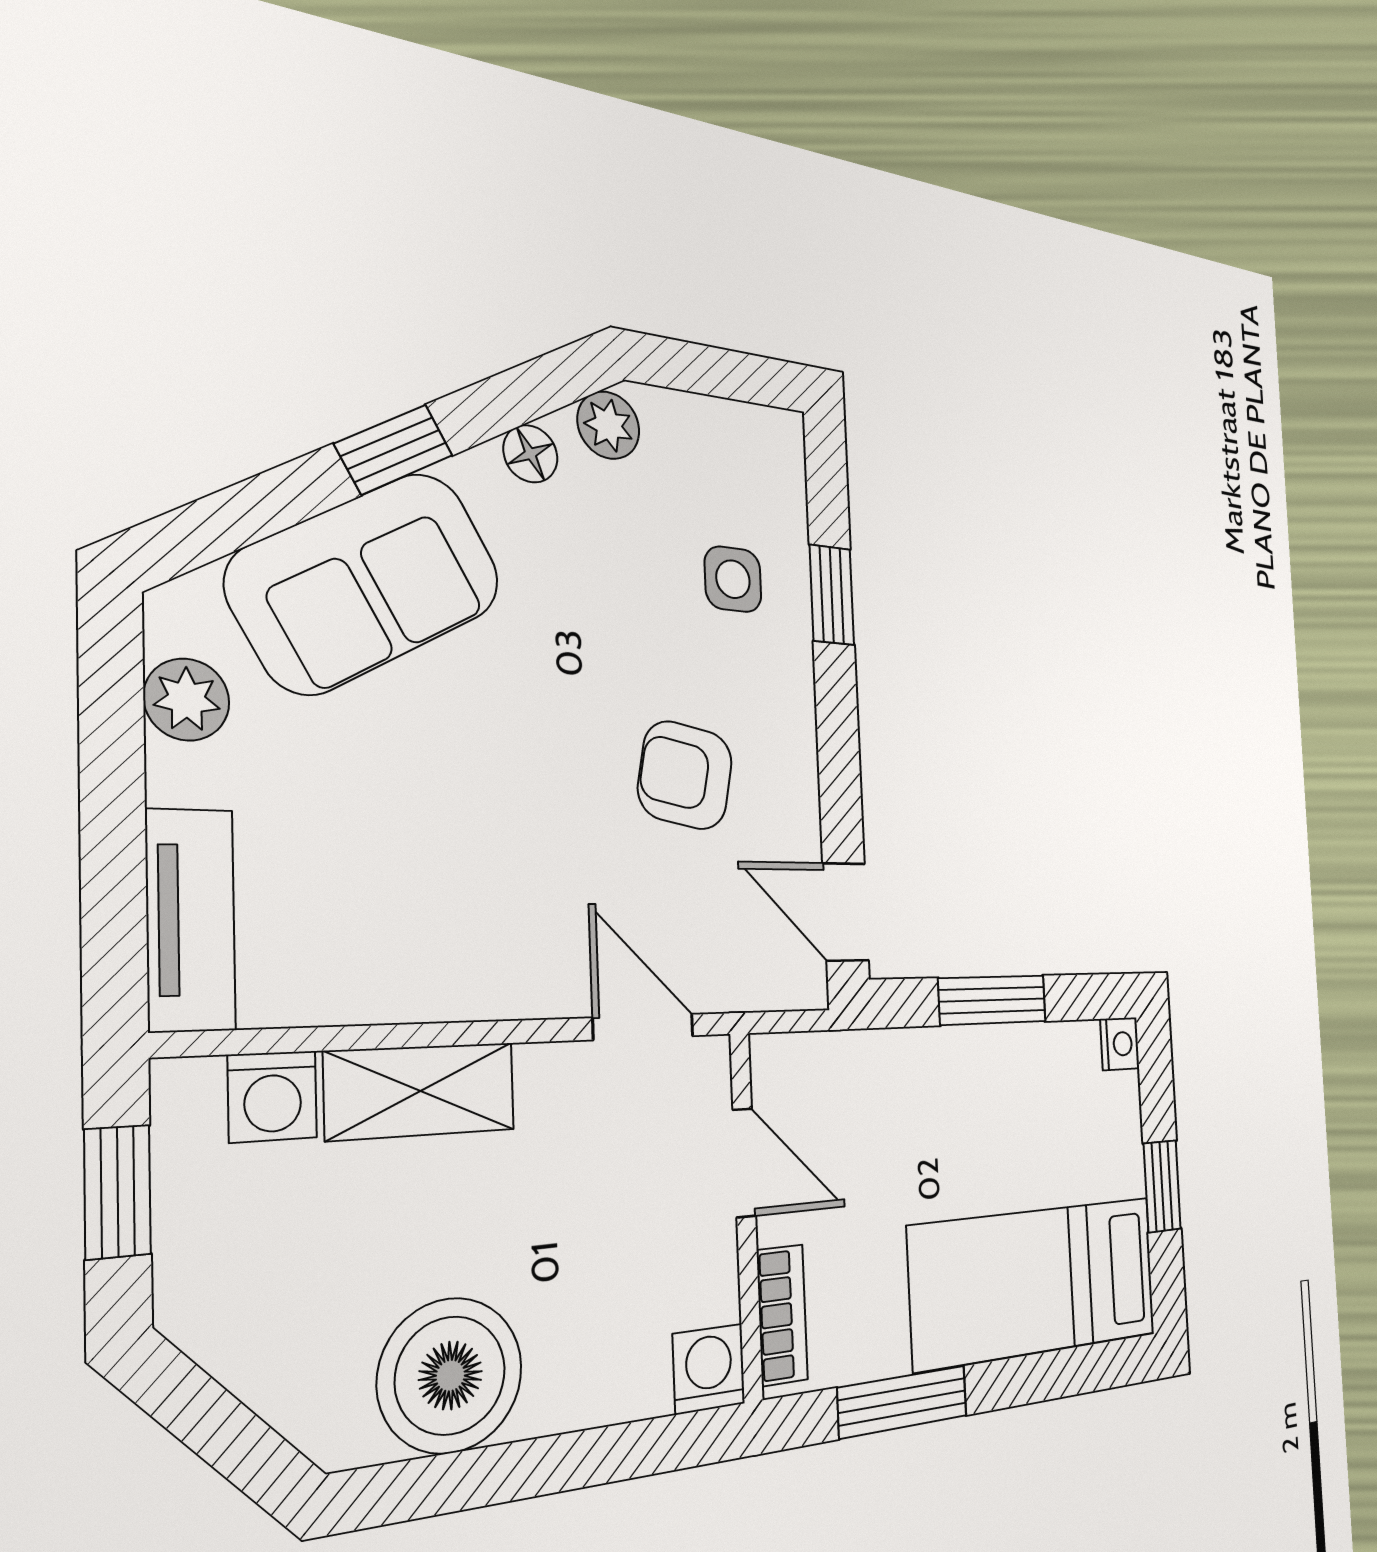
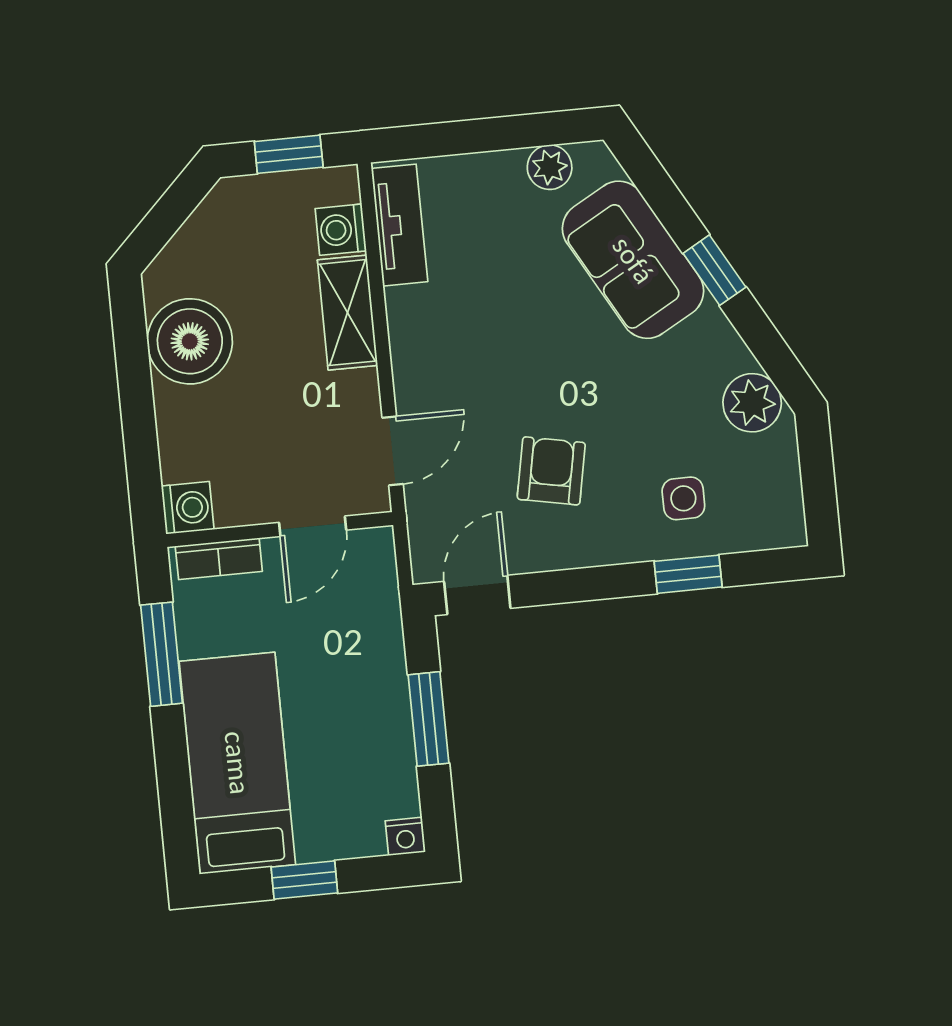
plant: (608, 425) -> (752, 403), width x1.38, depth x1.38
floor lamp: (530, 454) -> (732, 354), removed
tv unit: (191, 920) -> (400, 225), moved, turned -90

